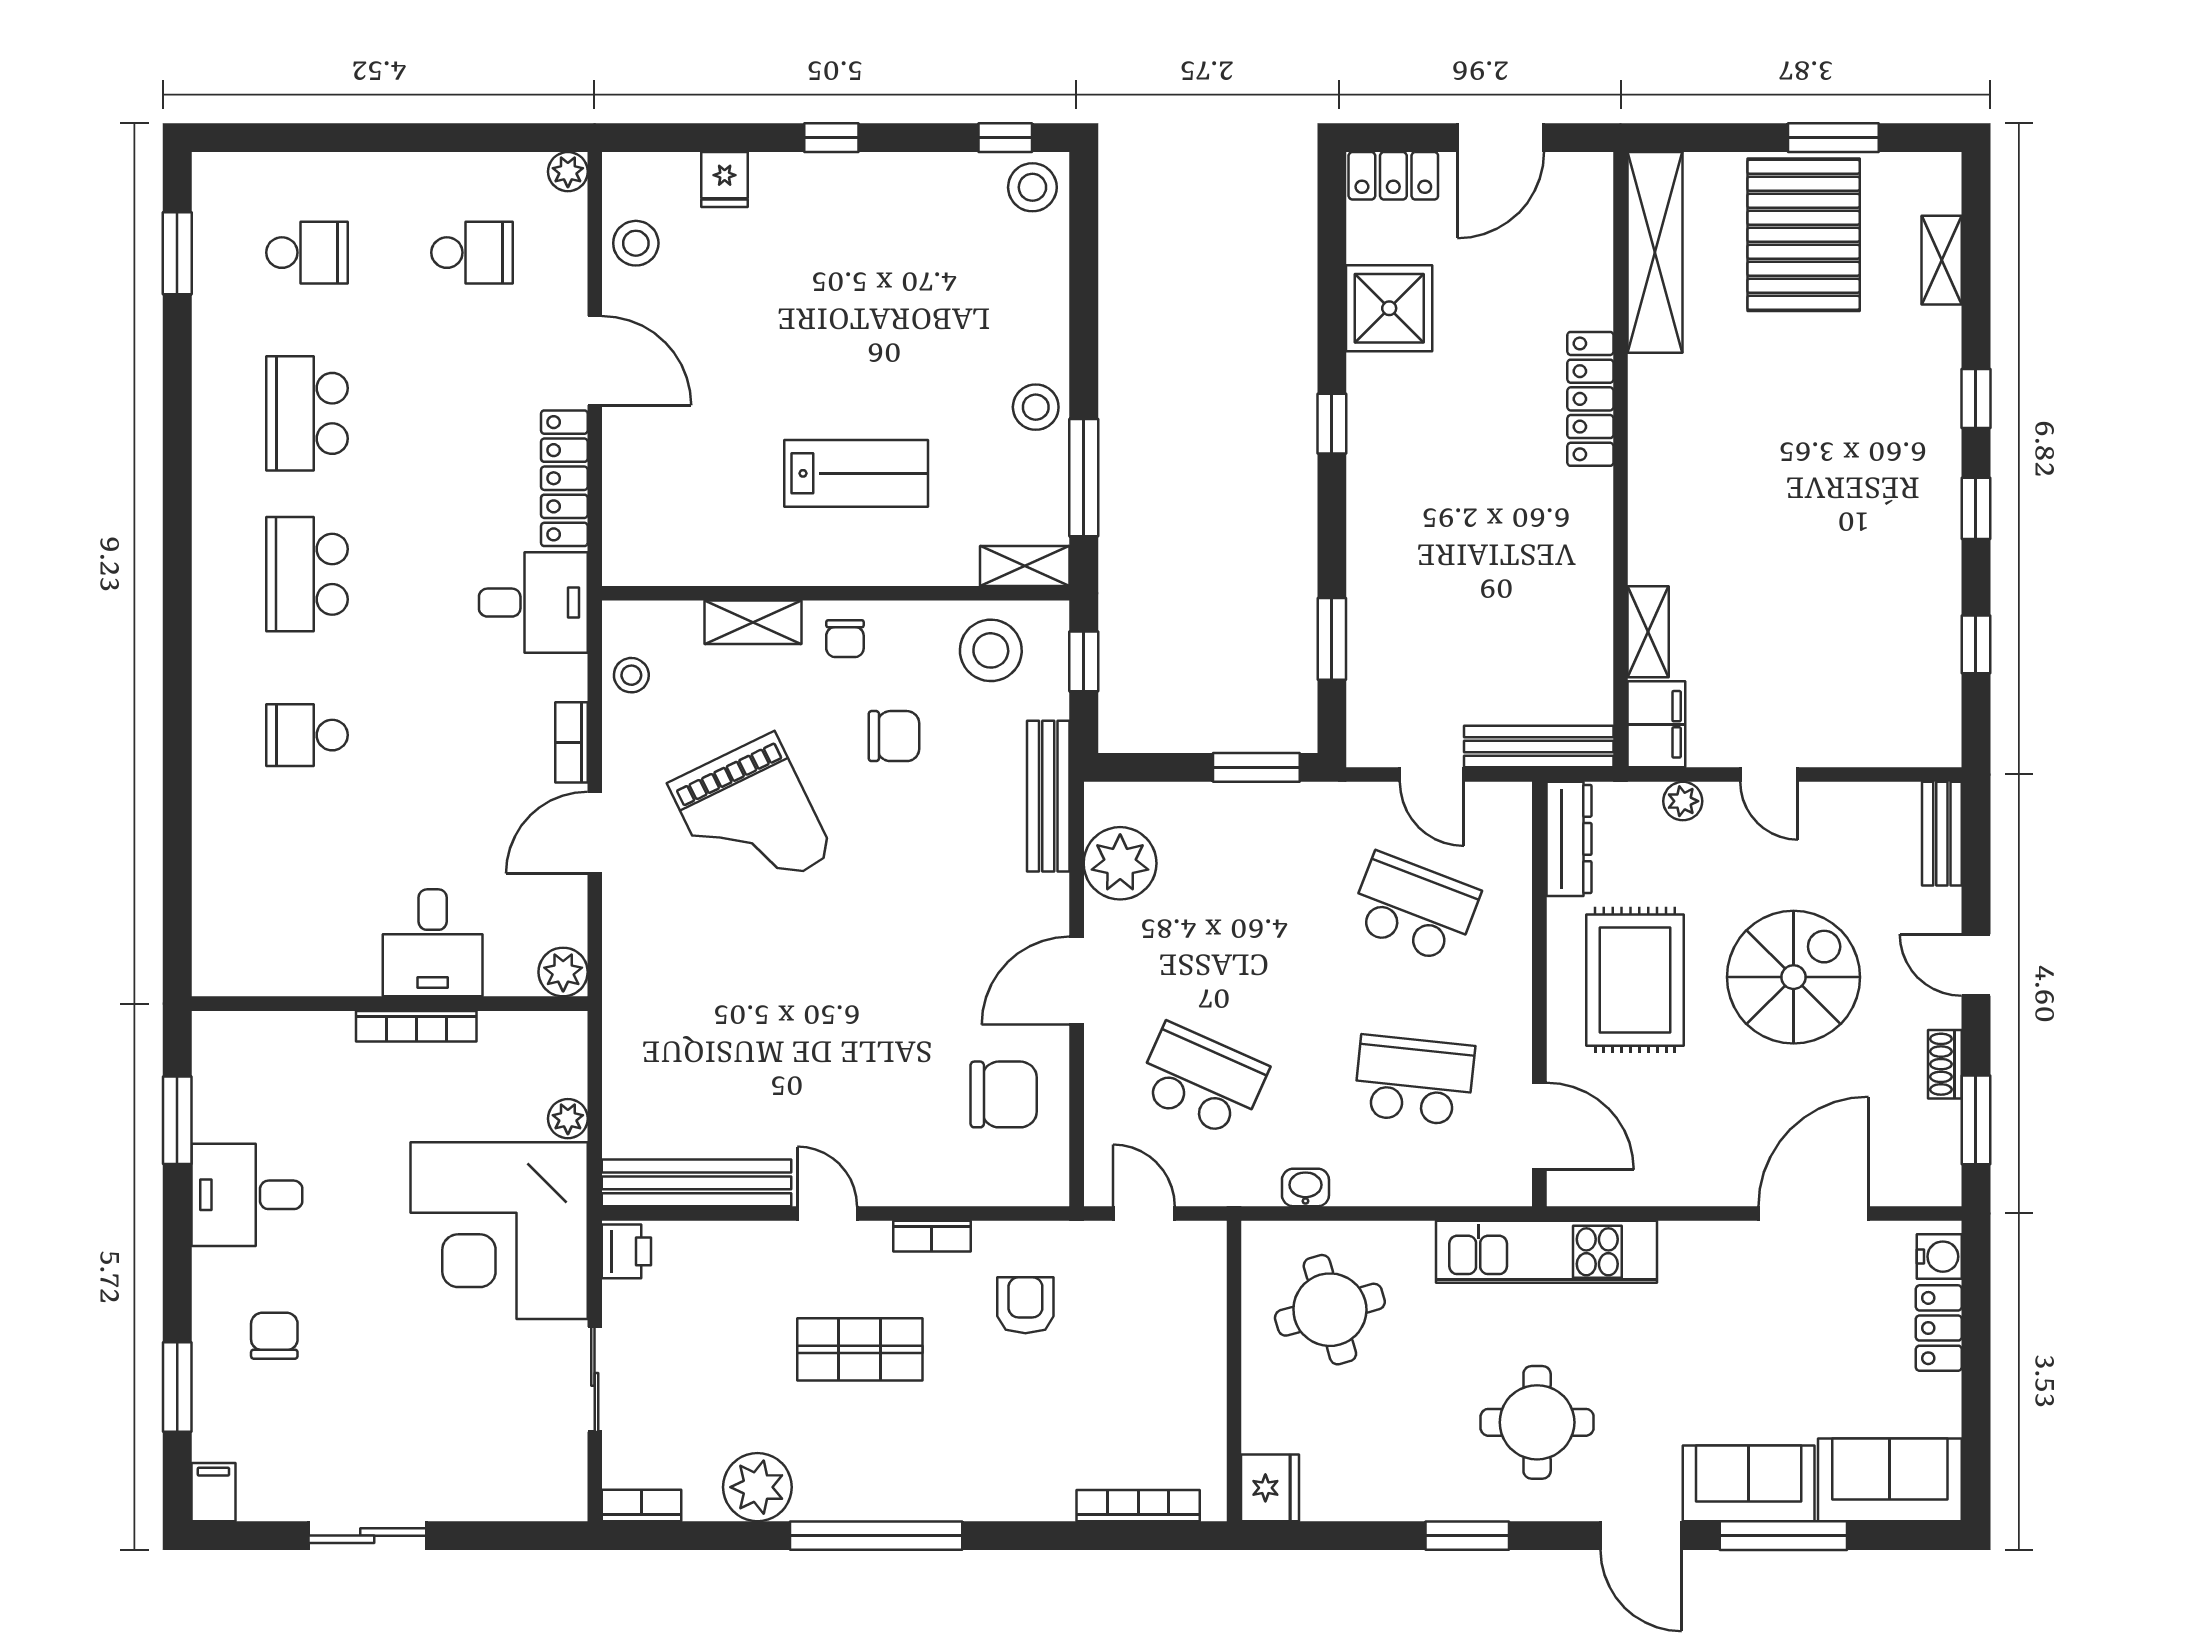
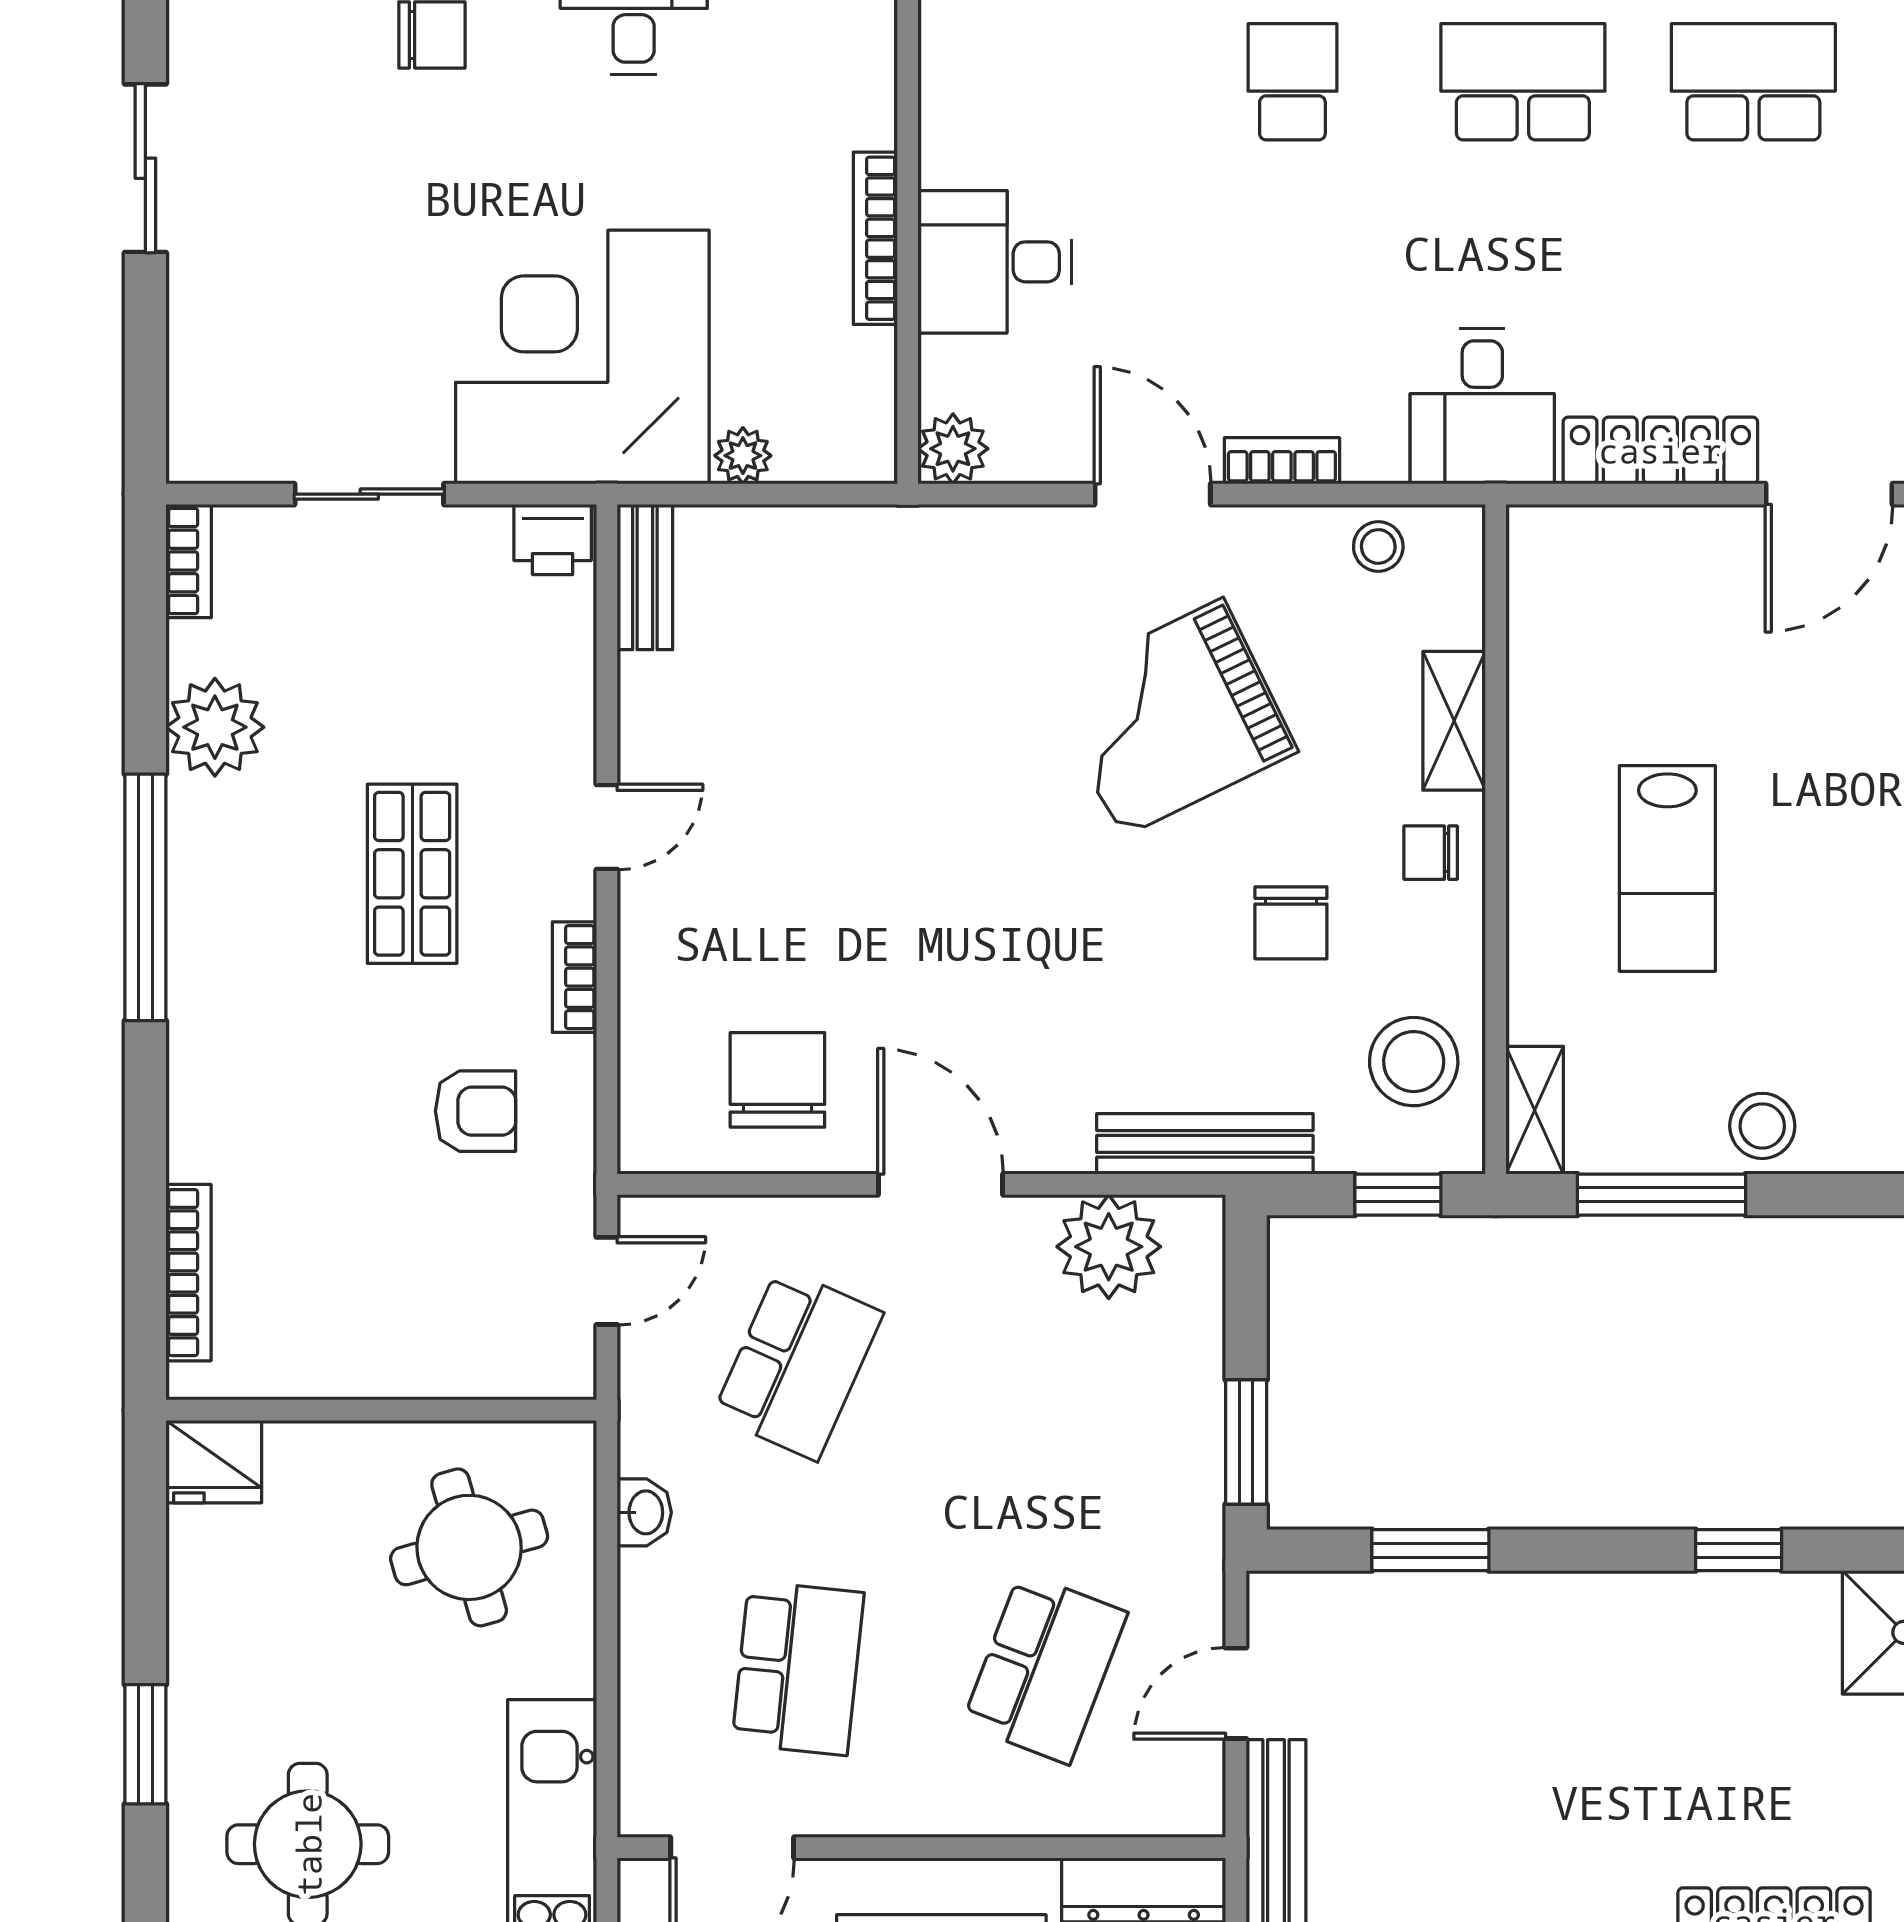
chair: (1004, 1094) -> (777, 1080), turned 180
bench: (696, 1183) -> (645, 577), width x0.54, depth x0.82

